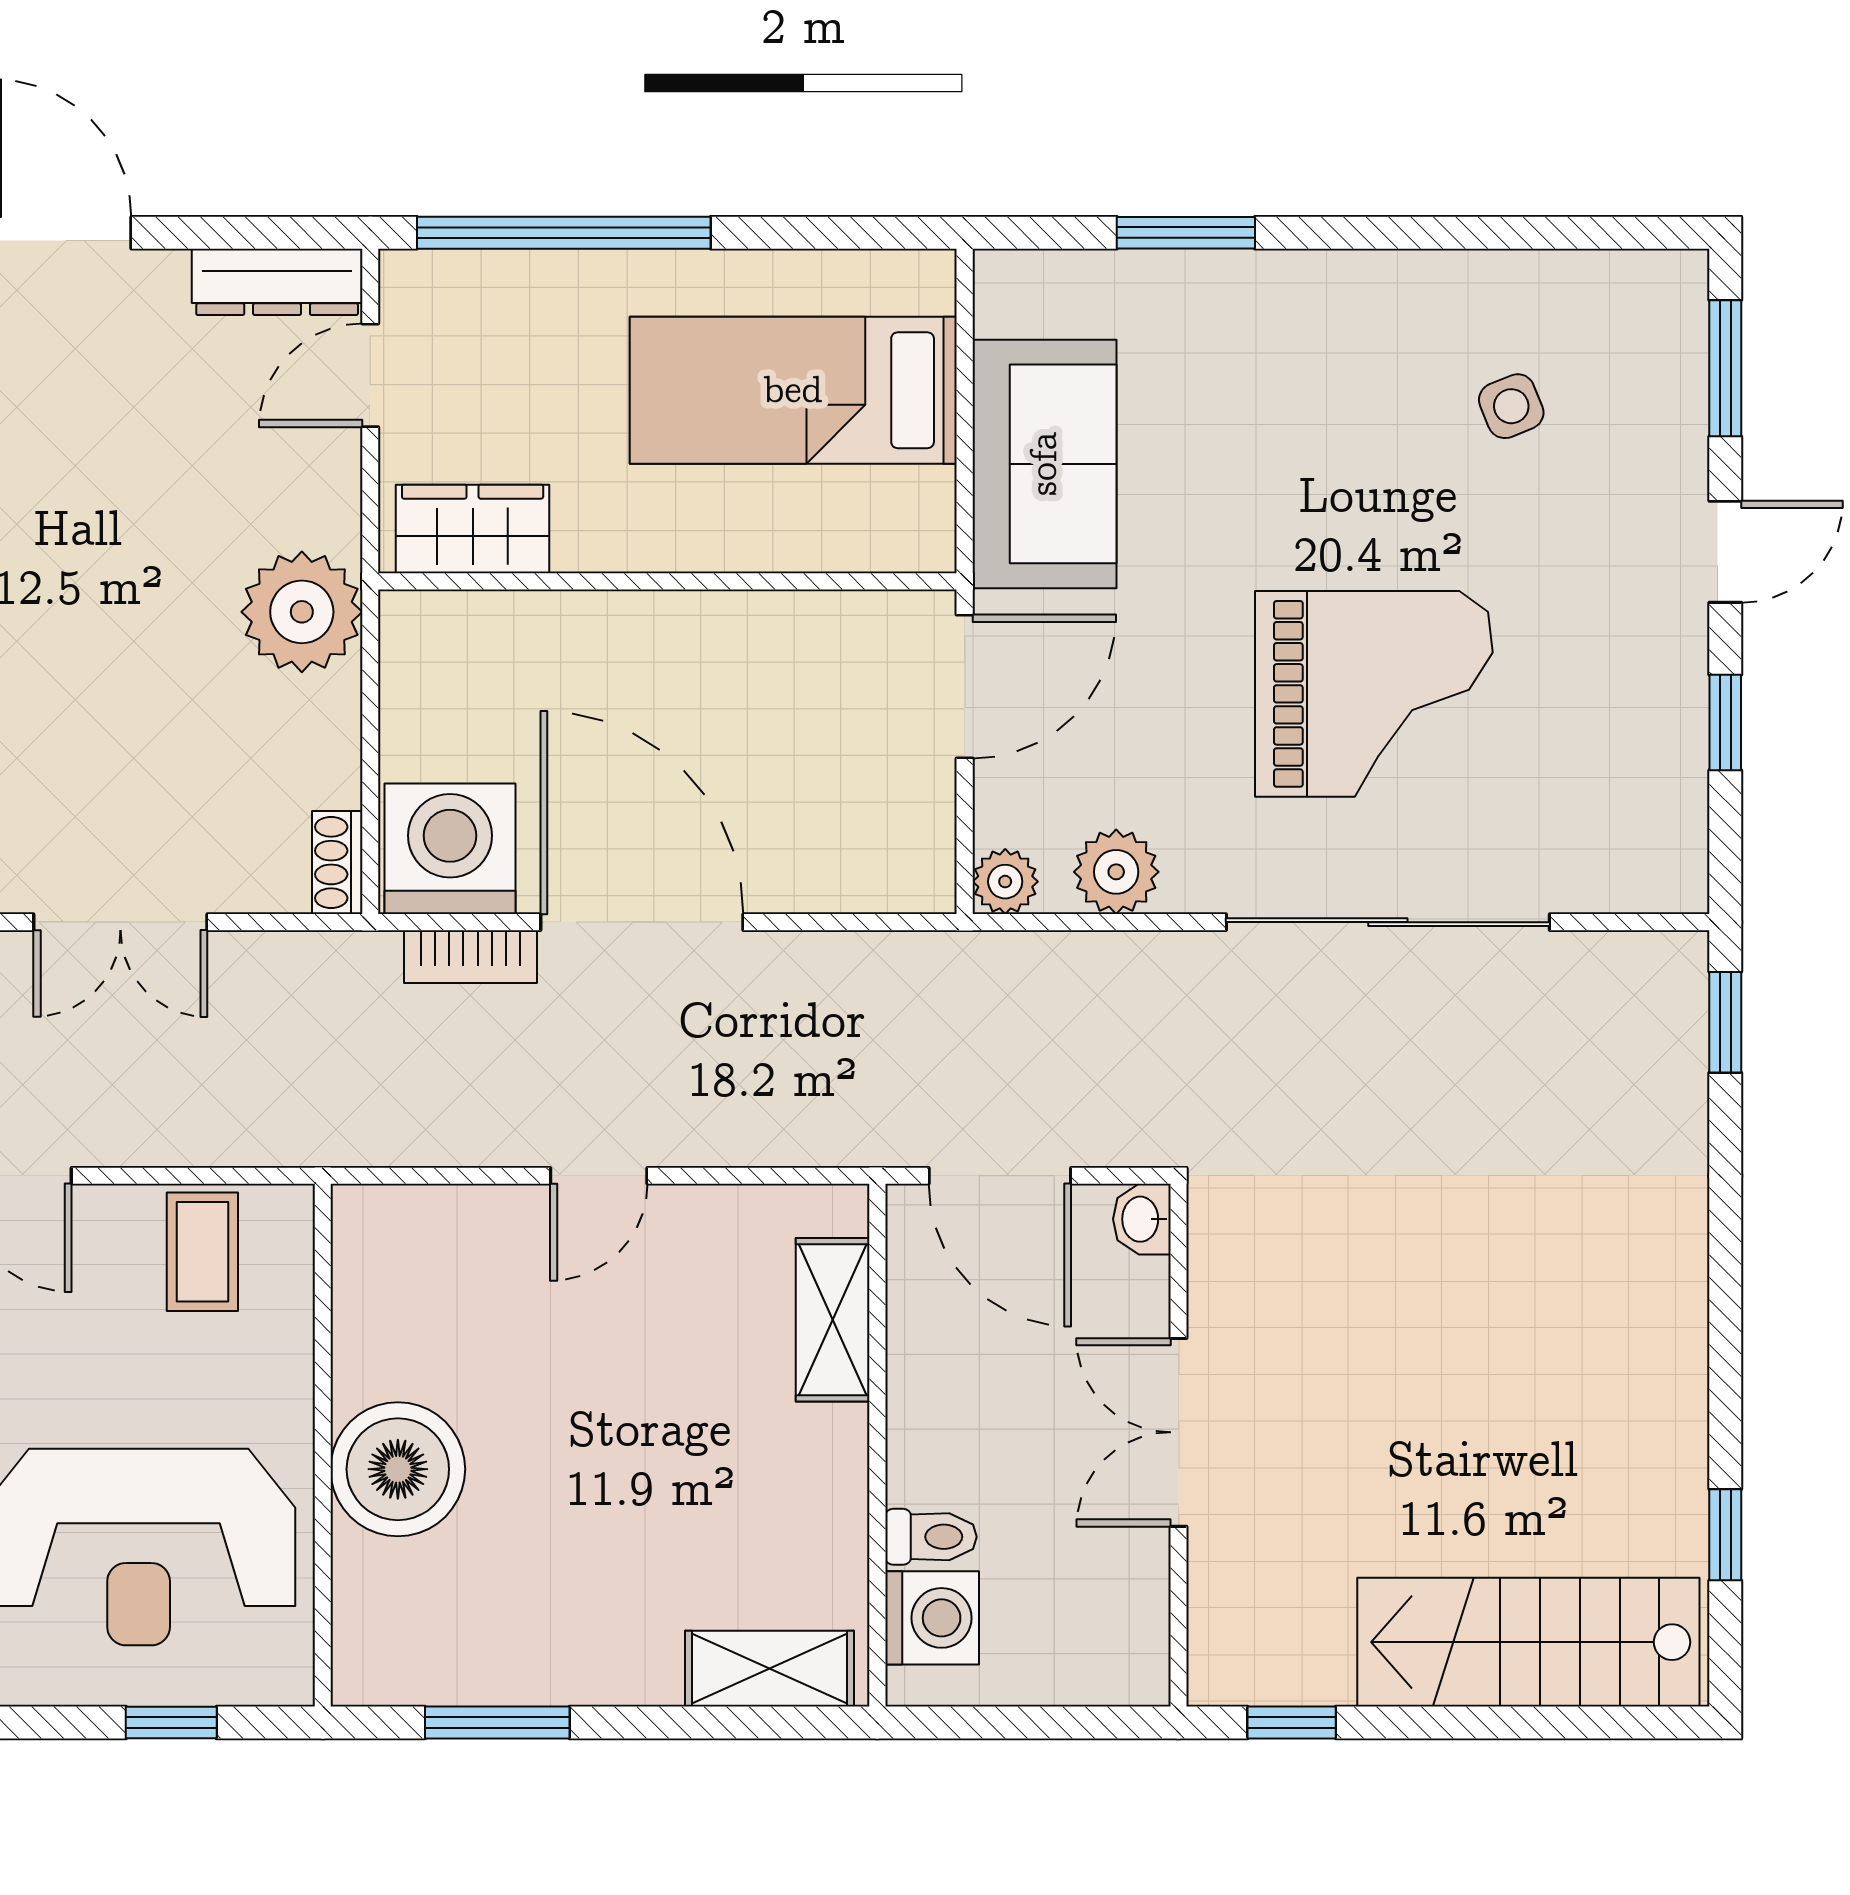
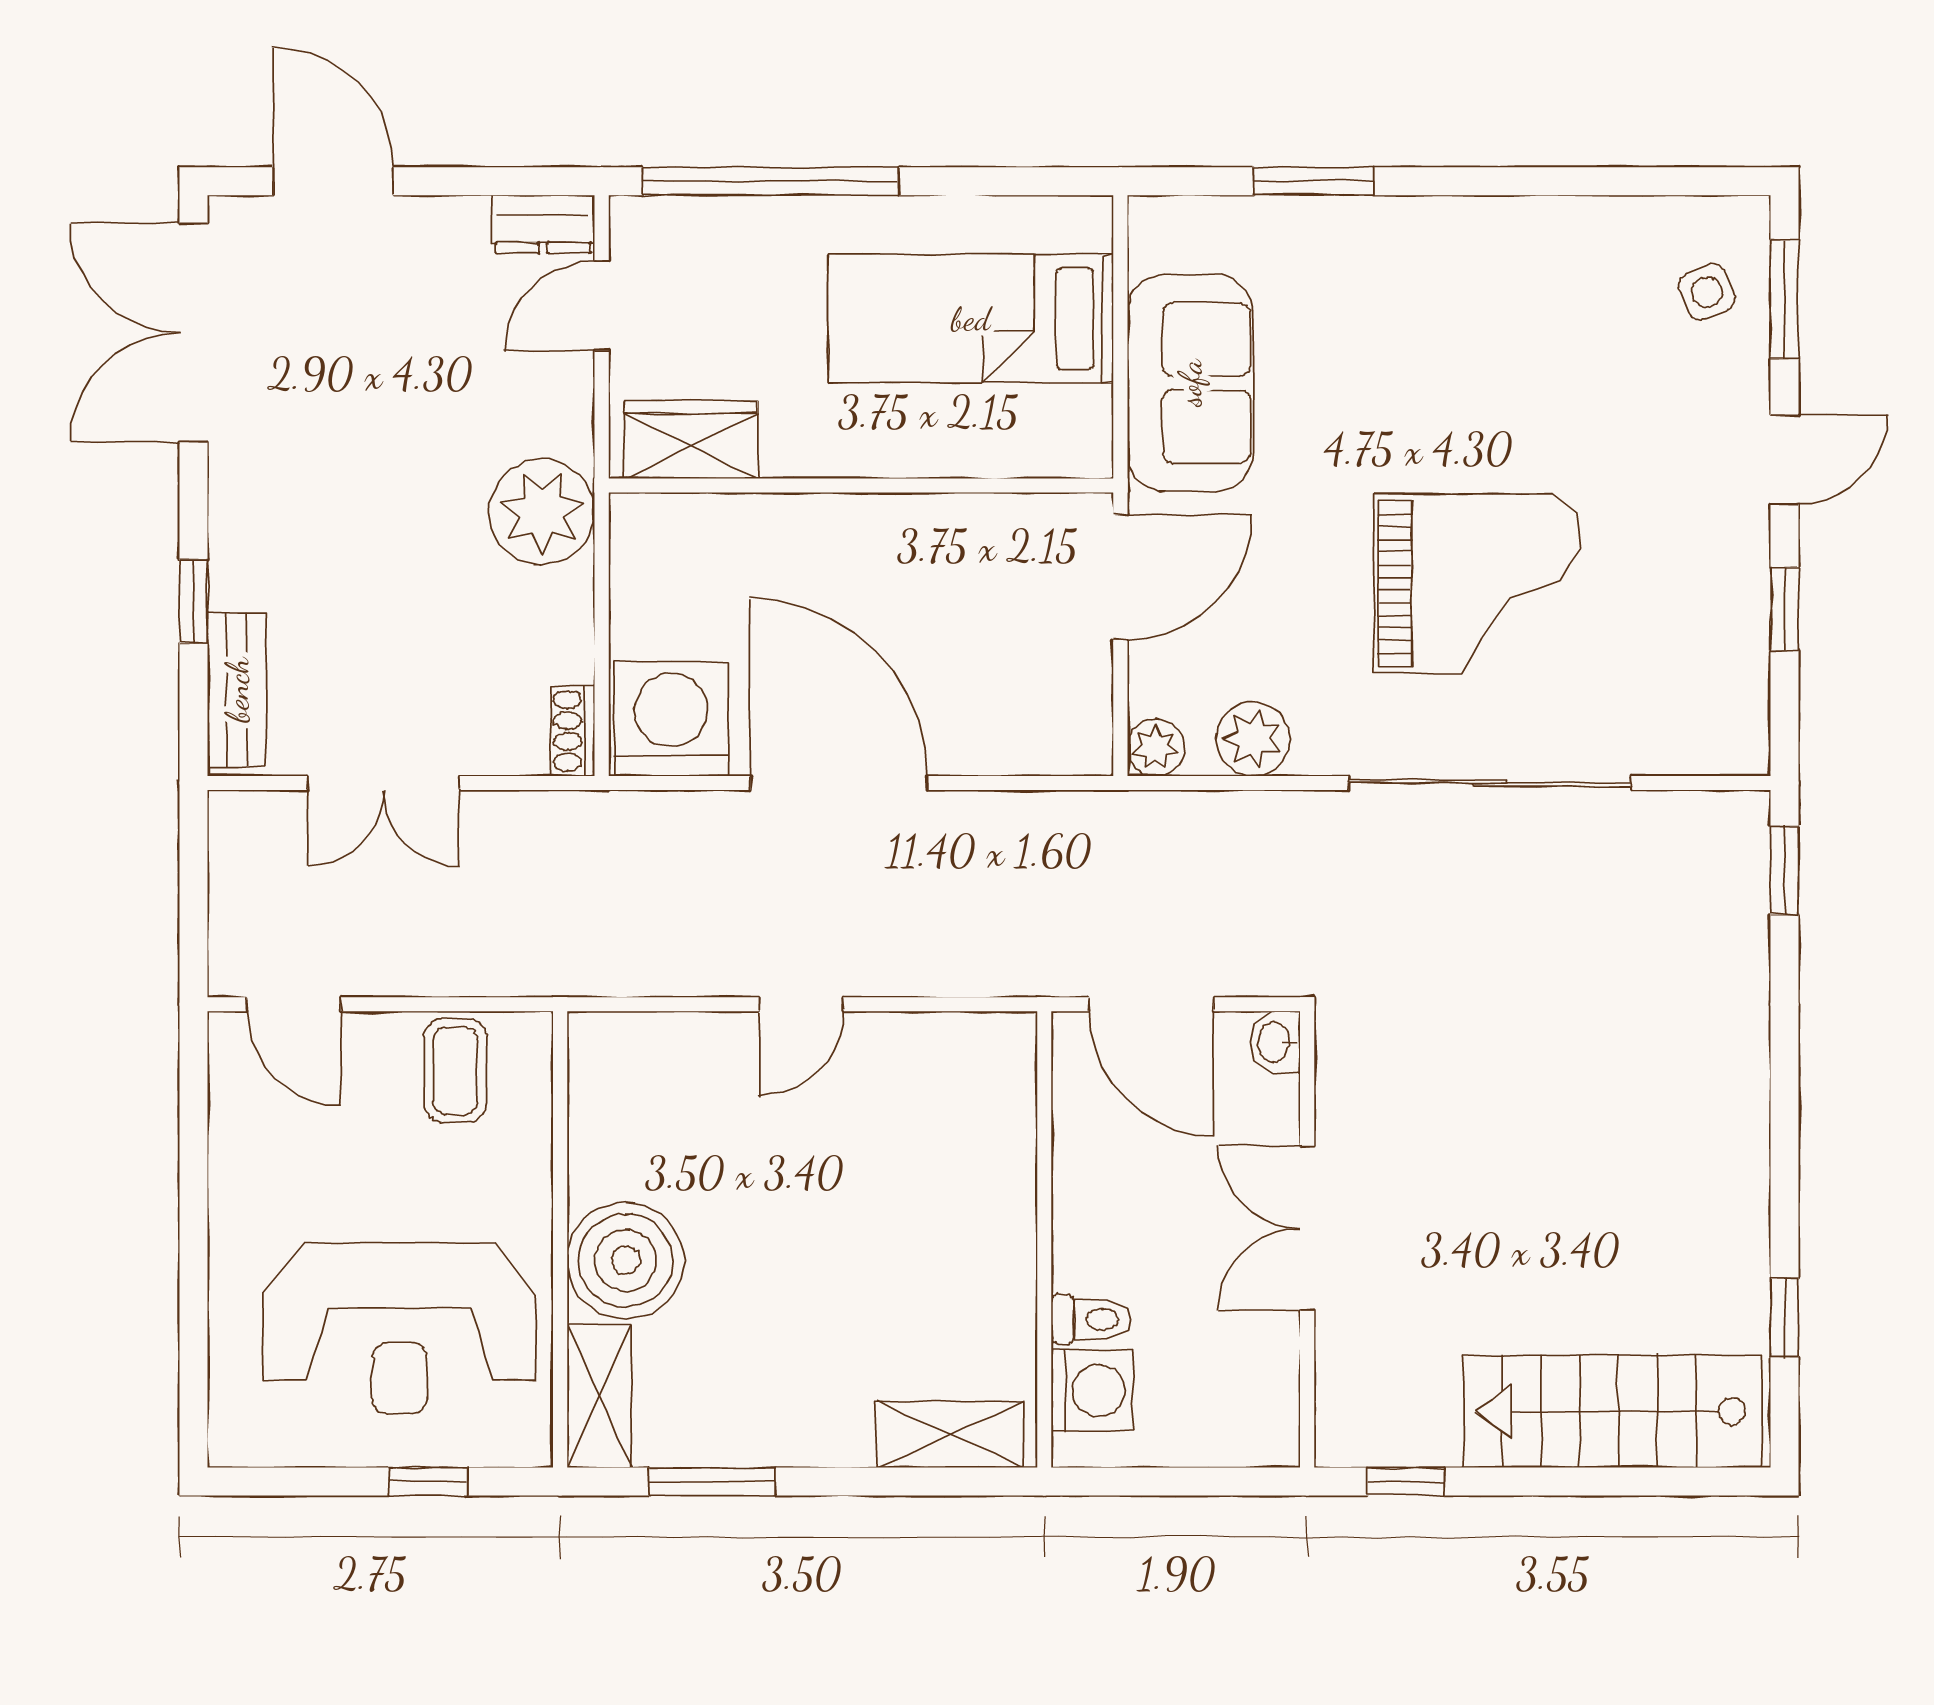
dresser: (277, 282) -> (543, 224), width x0.70
side table: (1511, 406) -> (1707, 292), moved
bookcase: (470, 957) -> (689, 813), removed
shelving: (833, 1320) -> (599, 1396), moved

